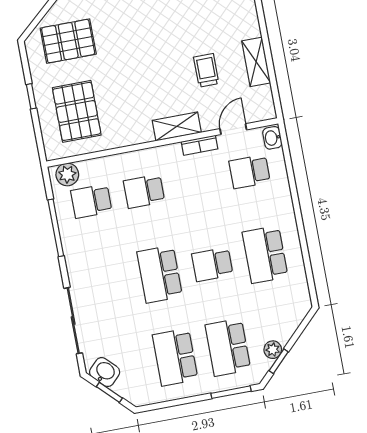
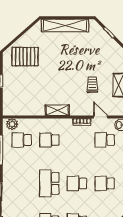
pallet: (77, 111) -> (23, 93), removed
shelving: (177, 126) -> (57, 110), moved
door: (233, 129) -> (100, 117), hinge flipped
school desk: (265, 255) -> (105, 183), width x0.54

